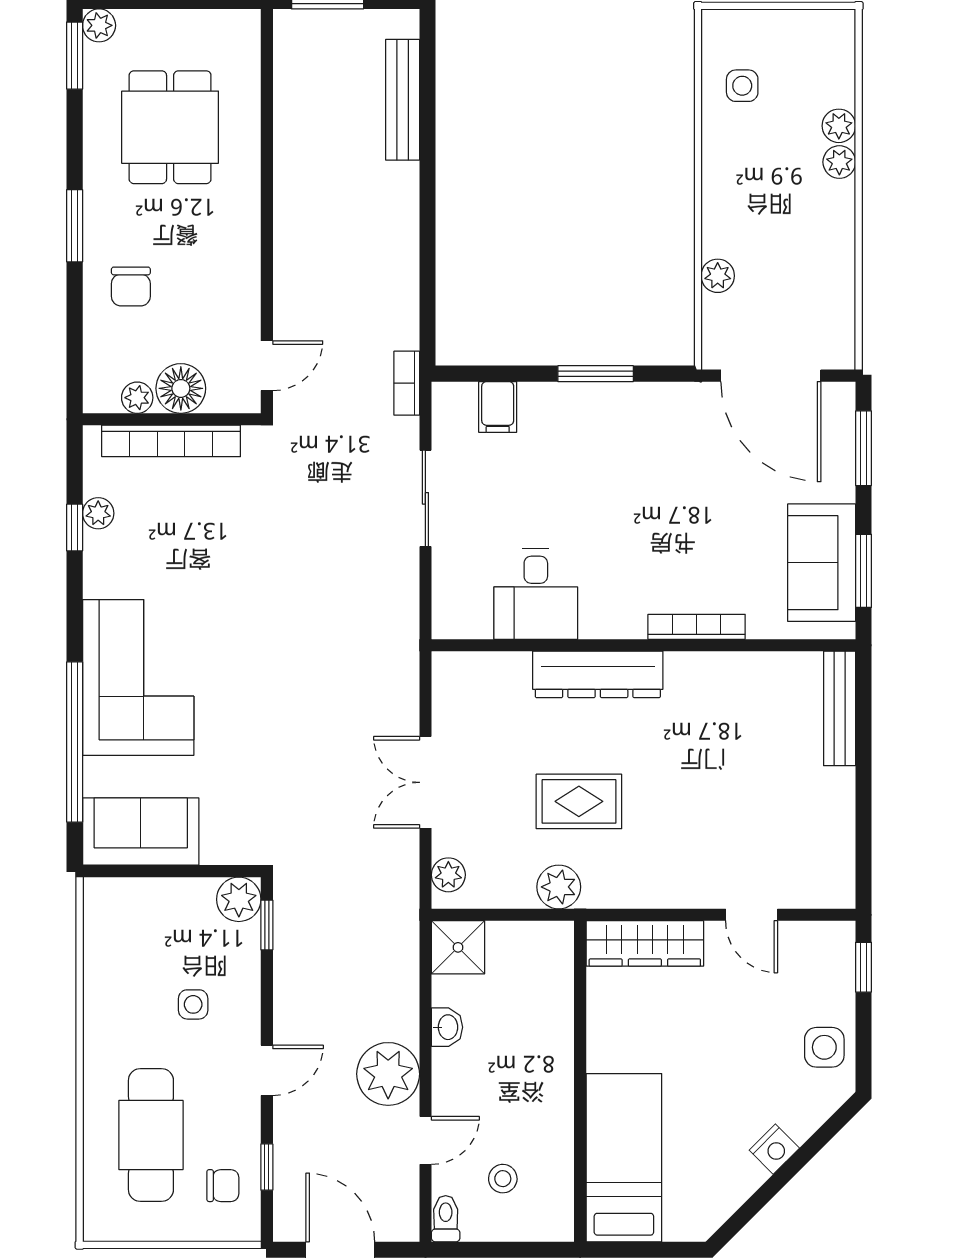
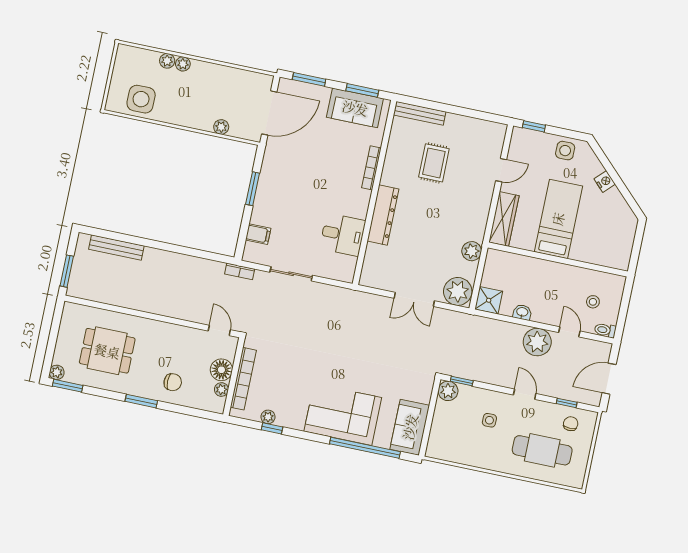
side table: (742, 86) -> (141, 99), width x1.87, depth x1.87
rug: (579, 801) -> (434, 163), moved
plant: (448, 875) -> (458, 291), width x1.88, depth x1.88
bed: (624, 1158) -> (558, 219), moved, turned 90

